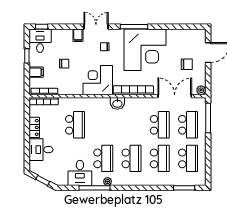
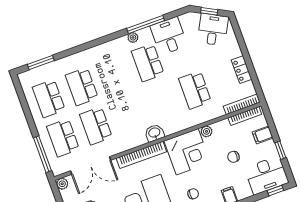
desk: (40, 41) -> (267, 175), width x1.37
plant: (78, 90) -> (207, 131), added
desk: (41, 150) -> (213, 30), moved, turned -62
school desk: (132, 158) -> (115, 75), removed

